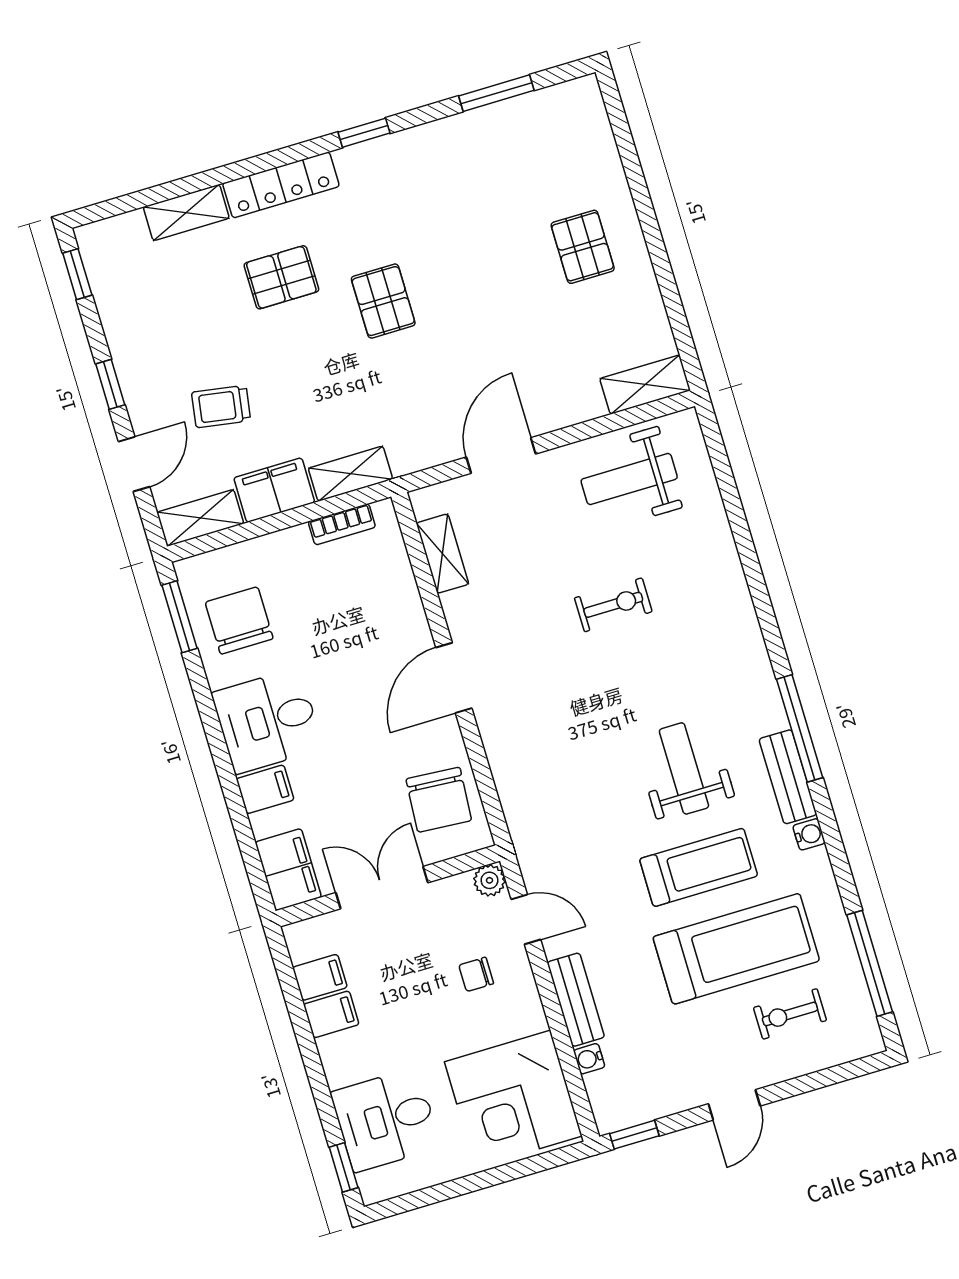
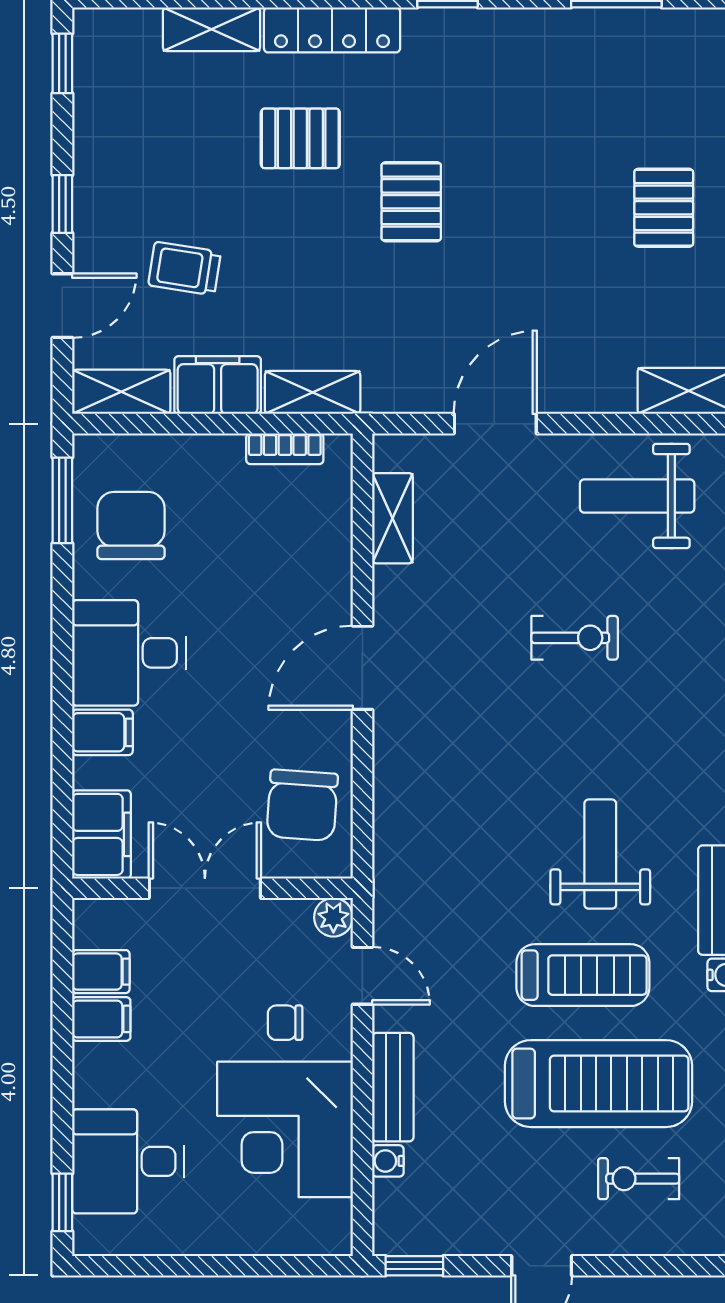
corner desk: (513, 1099) -> (285, 1129), moved

